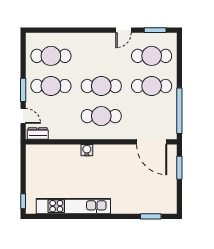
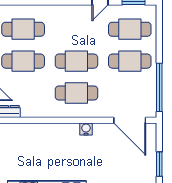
water cooler: (87, 150) -> (86, 129), moved
window: (179, 168) -> (159, 164), moved

